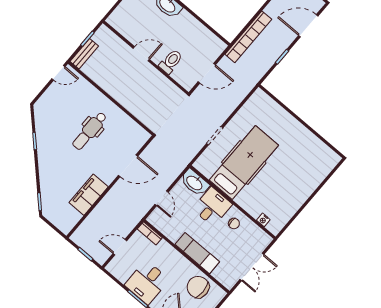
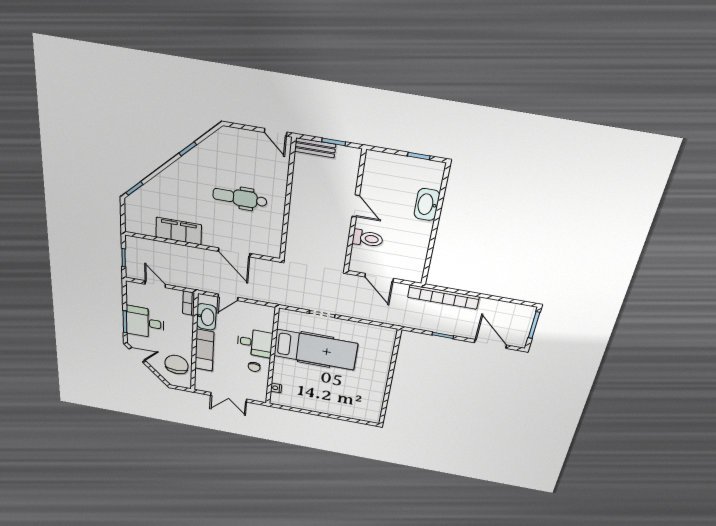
washbasin: (195, 183) -> (206, 317), moved, turned 180

